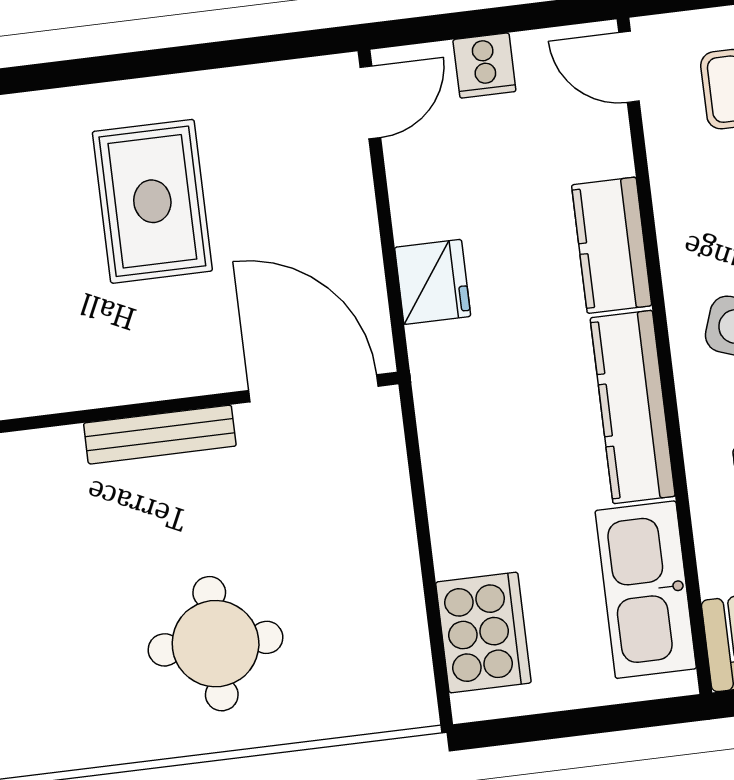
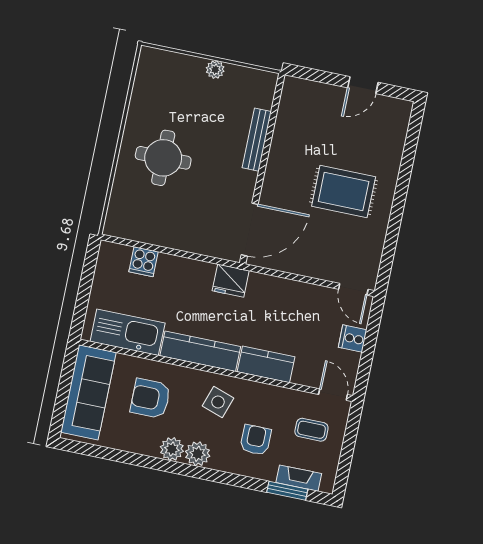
door: (629, 67) -> (333, 395), hinge flipped
fridge: (433, 282) -> (231, 281), moved
bench: (160, 435) -> (257, 140), moved
cooker: (483, 632) -> (144, 262), width x0.53, depth x0.76

